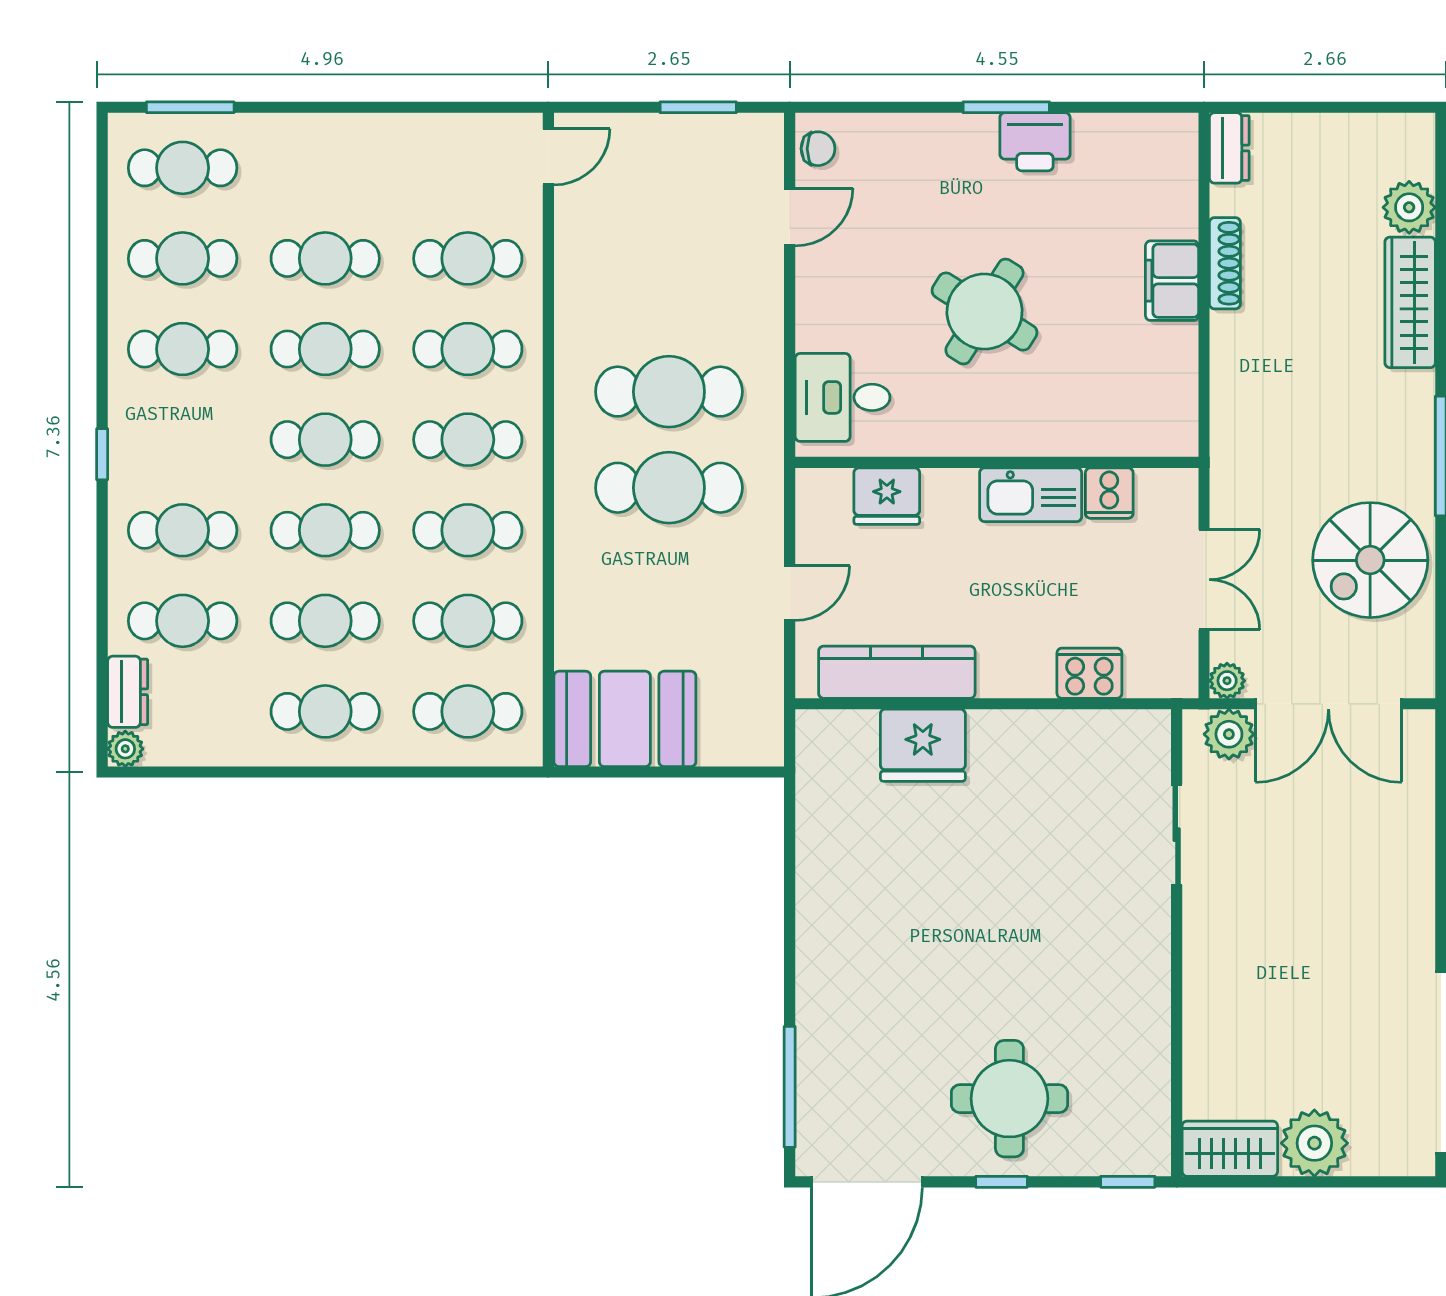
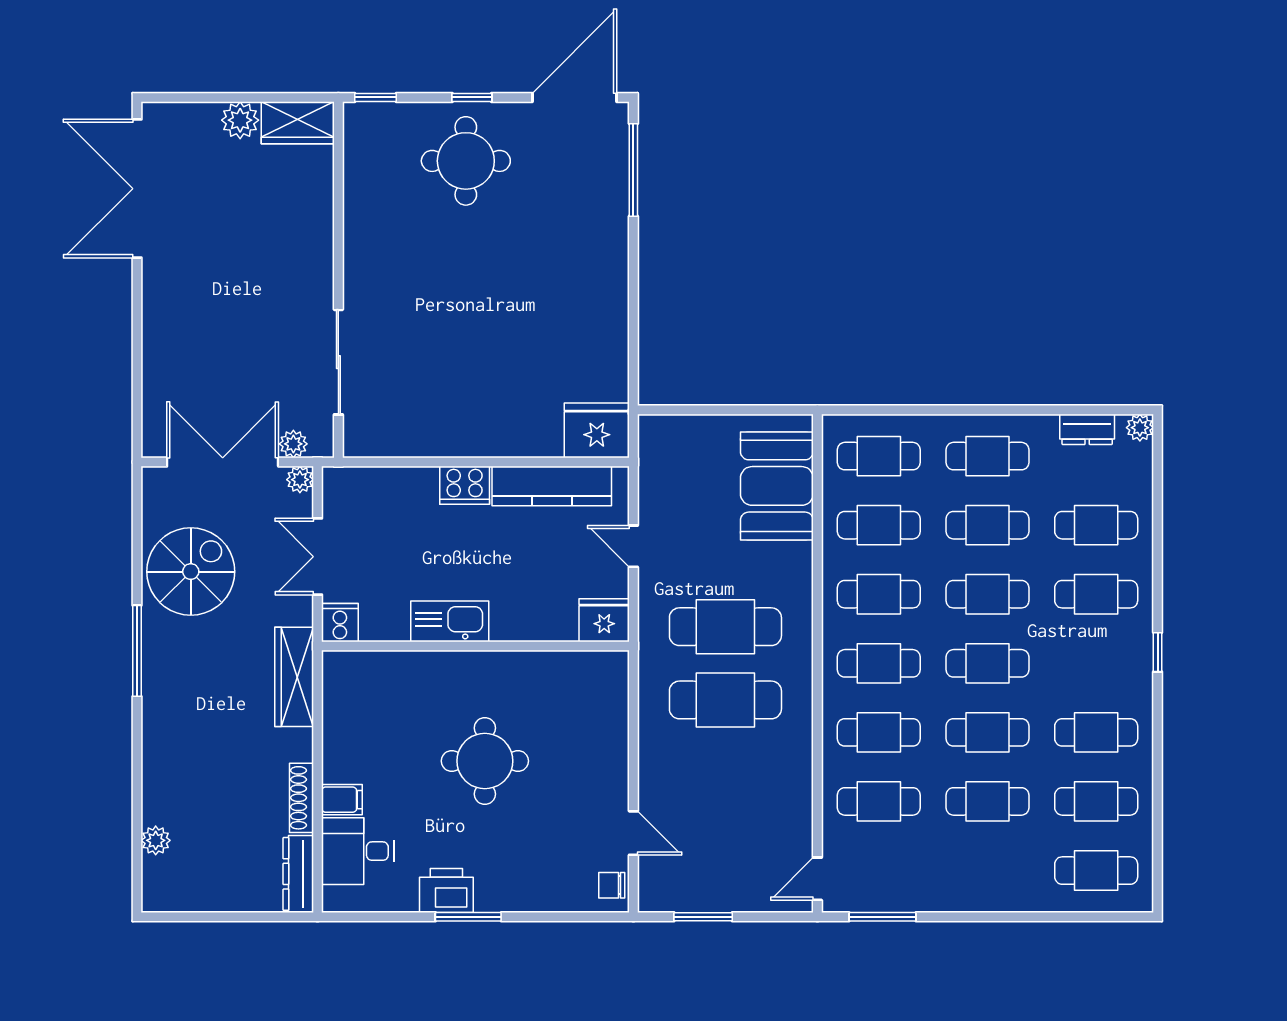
window: (190, 107) -> (883, 917), moved
dresser: (1229, 148) -> (298, 874), width x1.44
plant: (1409, 207) -> (156, 840), width x0.73, depth x0.73
door: (790, 217) -> (633, 833), swing flipped
filing cabinet: (1172, 281) -> (342, 800), width x0.50
wardrobe: (1410, 302) -> (294, 677), moved, turned 180
round table: (985, 312) -> (485, 761), turned -32
desk: (843, 397) -> (358, 851), moved, turned 180
cooker: (1109, 493) -> (340, 623), moved
fridge: (887, 496) -> (604, 620), moved
door: (790, 593) -> (633, 546), hinge flipped
cooker: (1089, 673) -> (465, 485), moved
dresser: (128, 692) -> (1087, 429), moved, turned -90
booth: (625, 719) -> (777, 486), moved, turned 90
plant: (1229, 734) -> (293, 444), width x0.73, depth x0.73
fridge: (923, 745) -> (597, 430), moved
sliding door: (1177, 835) -> (338, 362), width x1.37
plant: (1314, 1143) -> (240, 120), width x0.73, depth x0.73

